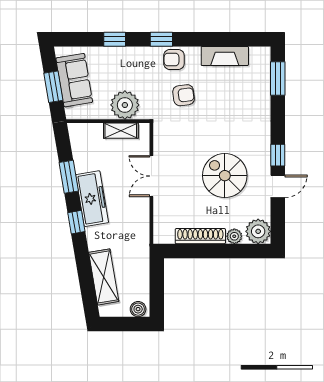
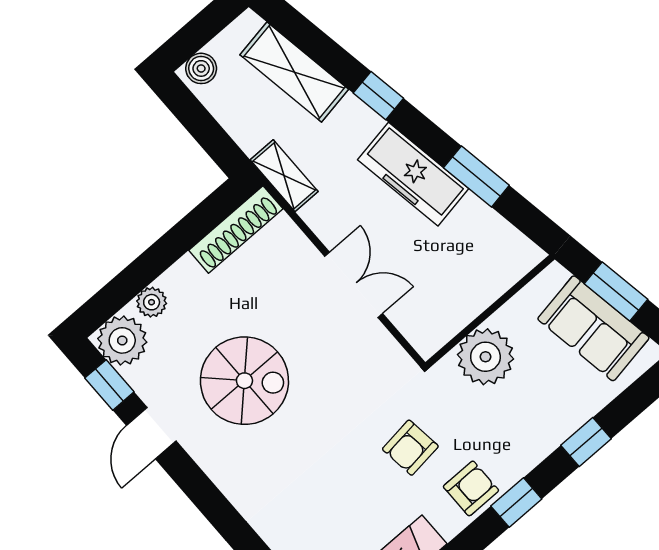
shelving: (121, 131) -> (284, 176), moved, turned 90
window: (278, 155) -> (109, 385), moved
window: (76, 222) -> (378, 96), moved
shoe rack: (200, 236) -> (236, 230), moved

